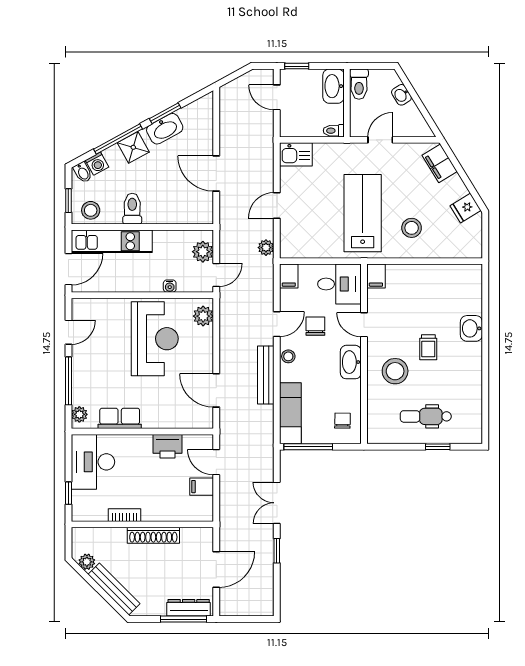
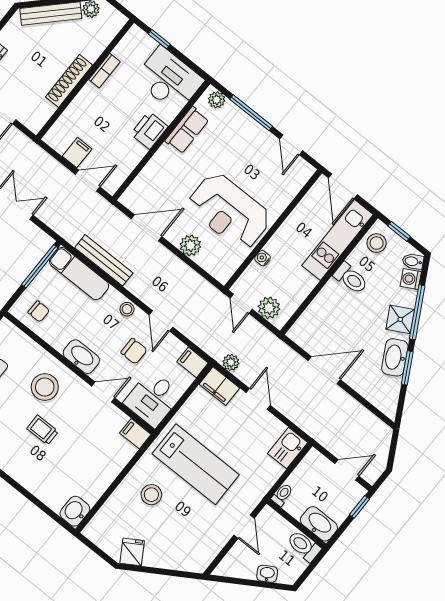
filing cabinet: (440, 163) -> (219, 386), moved, turned -148
plant: (203, 316) -> (190, 245), moved
washbasin: (471, 328) -> (75, 511), moved, turned -90
bench: (266, 375) -> (104, 260), moved
printer: (168, 446) -> (149, 130), moved

